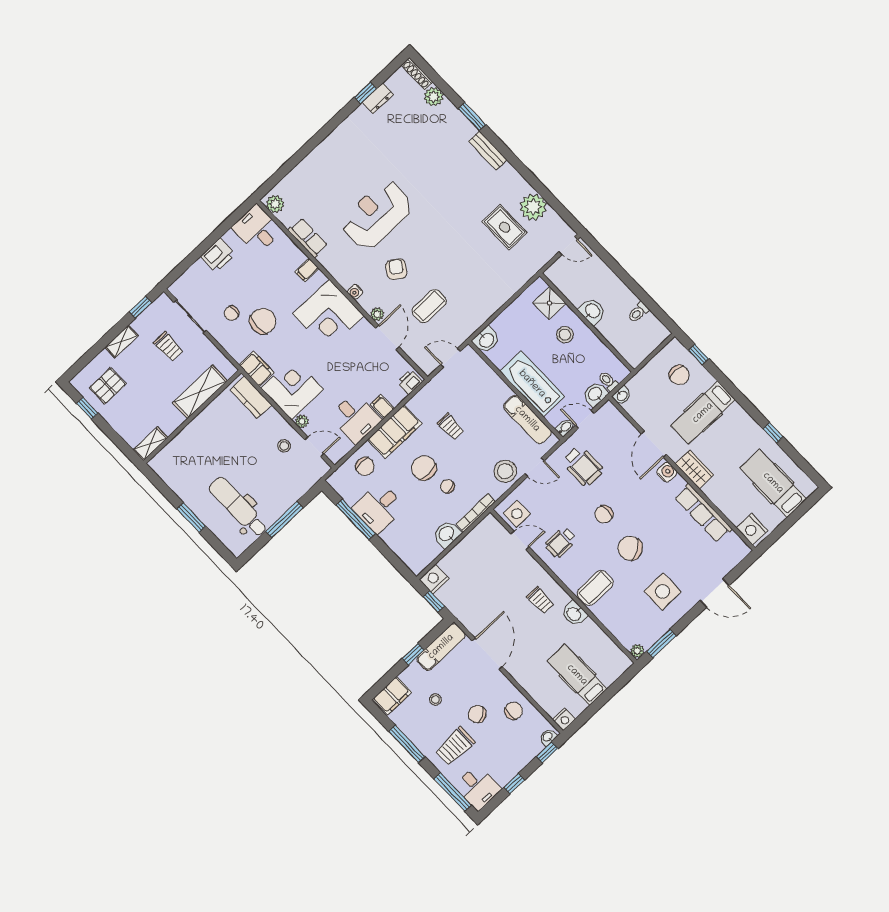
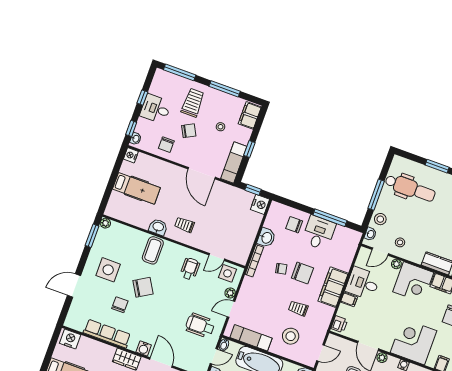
chair: (365, 466) -> (294, 225), moved
stool: (505, 471) -> (291, 336), moved
washbasin: (316, 475) -> (370, 234), added
stool: (294, 487) -> (380, 219), added
plant: (526, 488) -> (230, 293), added
chair: (604, 514) -> (120, 305), moved
desk: (478, 787) -> (156, 109), moved

